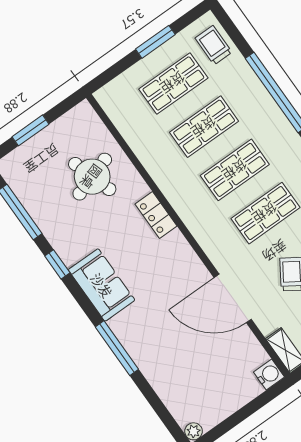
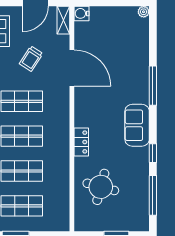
round table: (92, 177) -> (101, 187), turned 33

